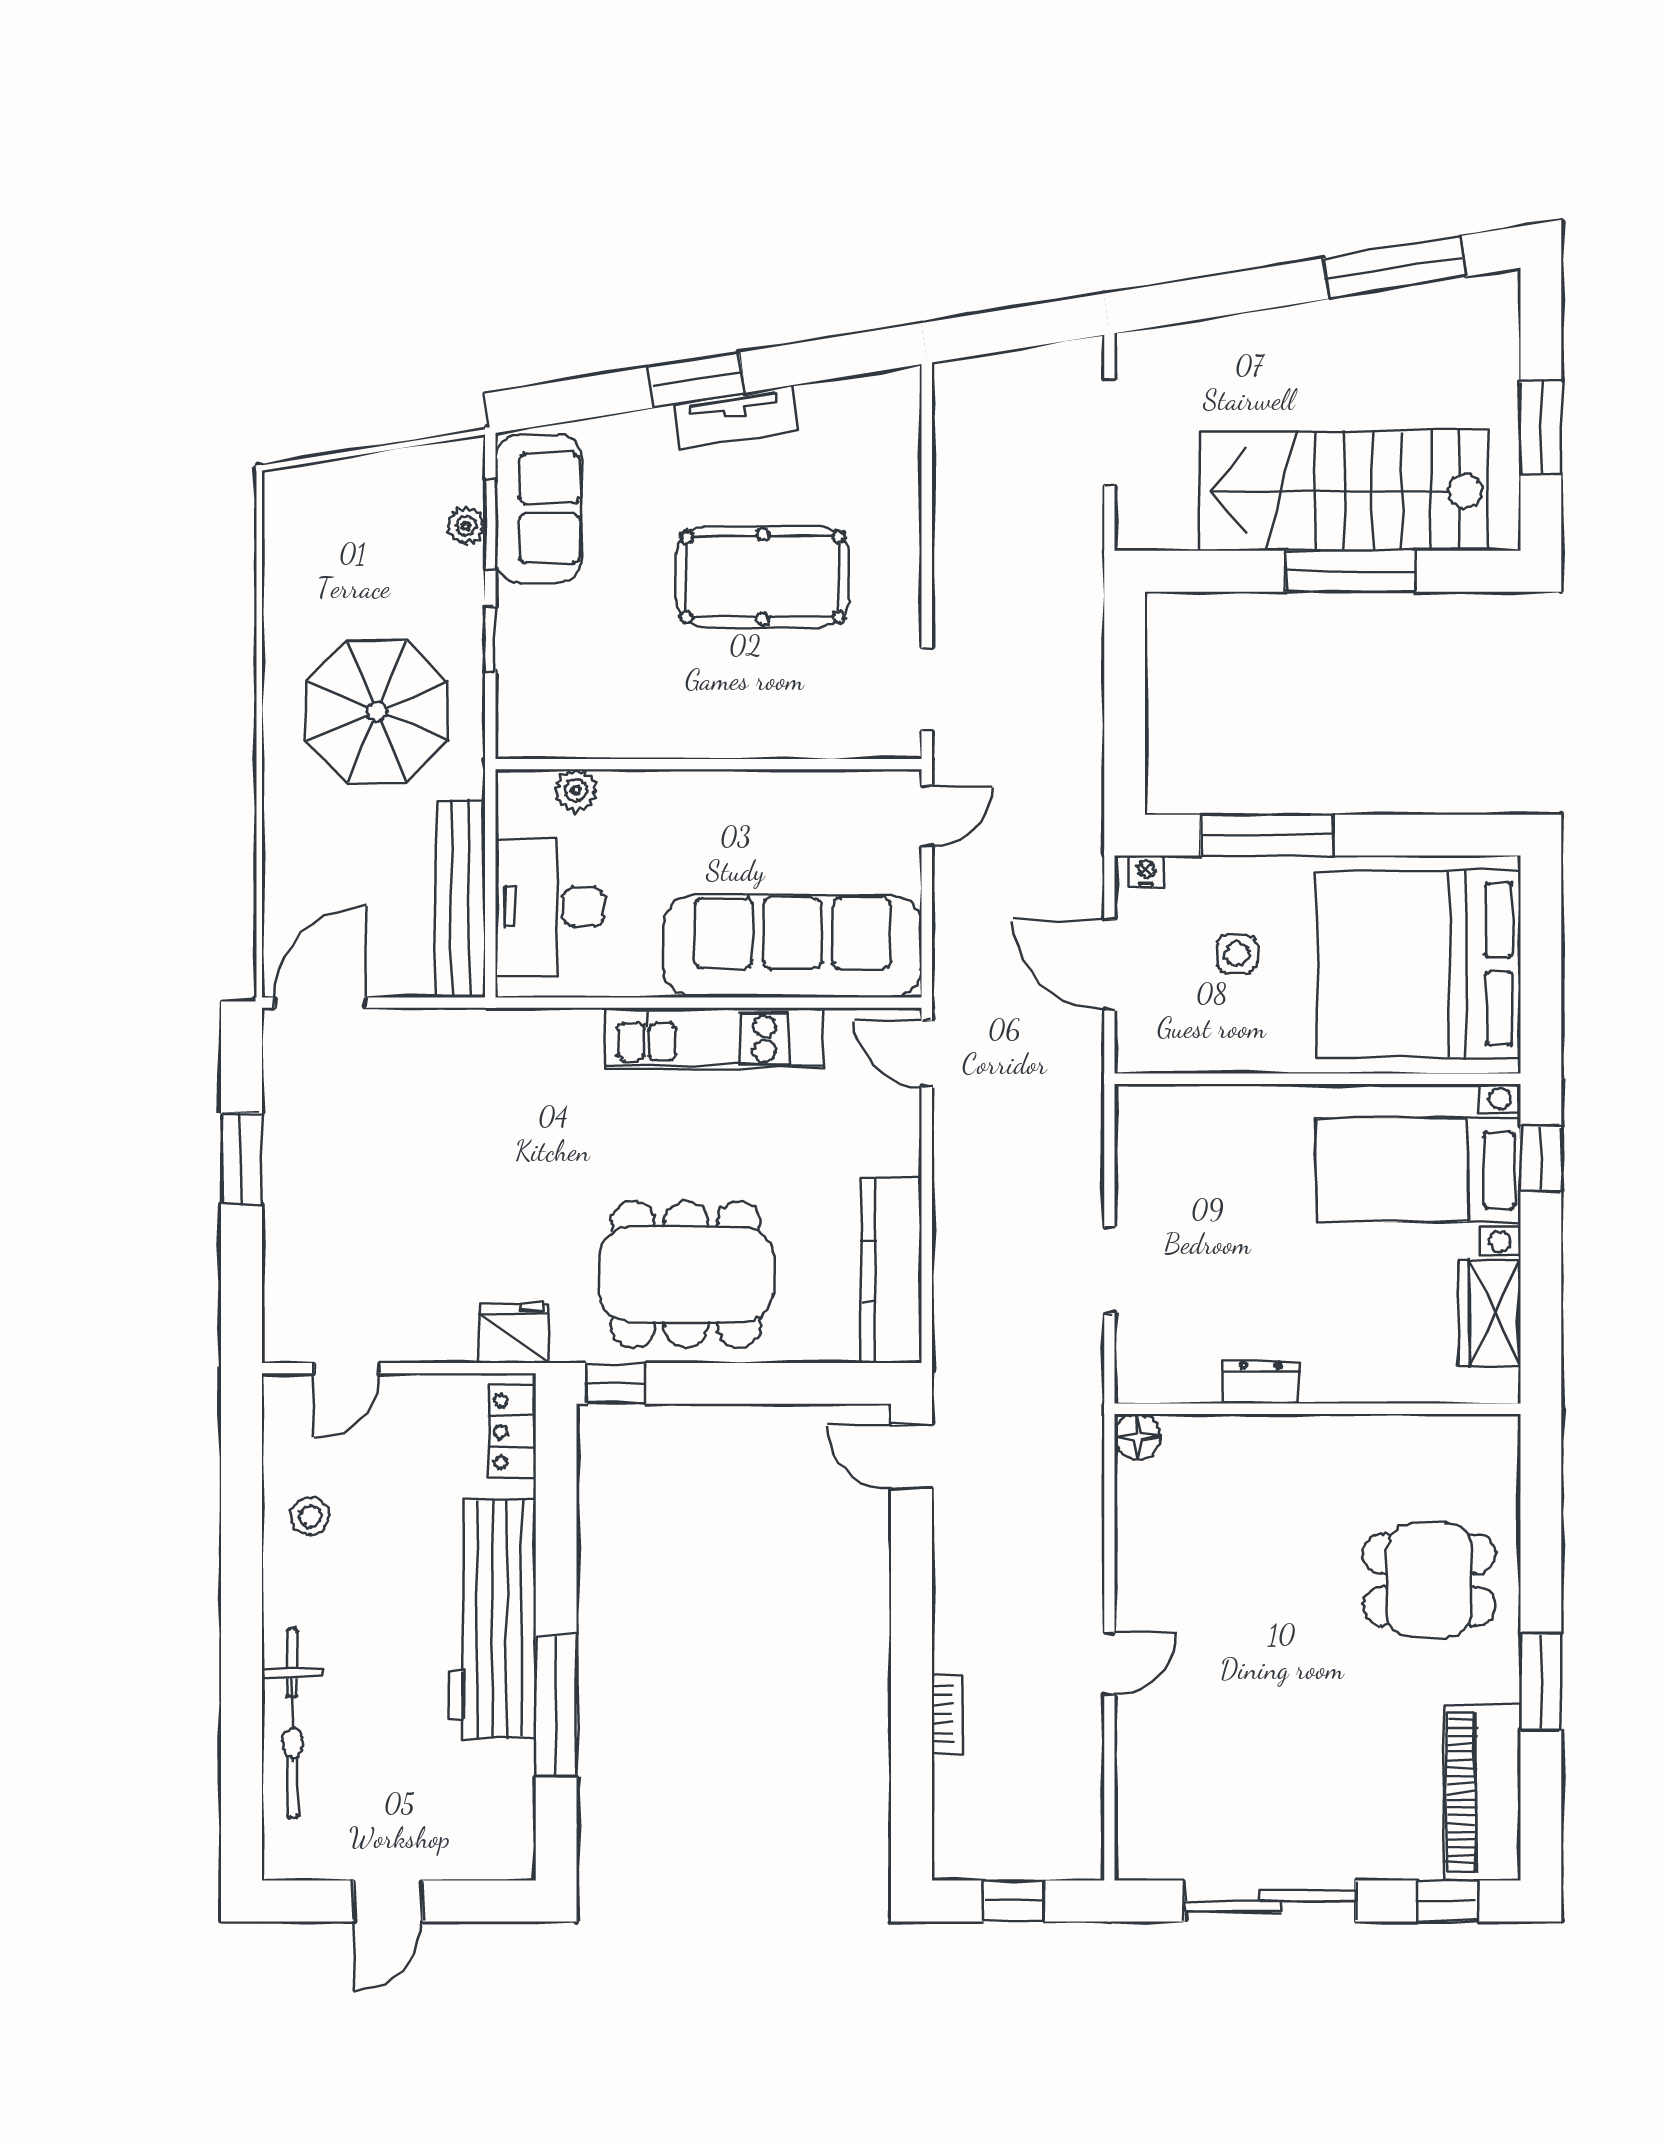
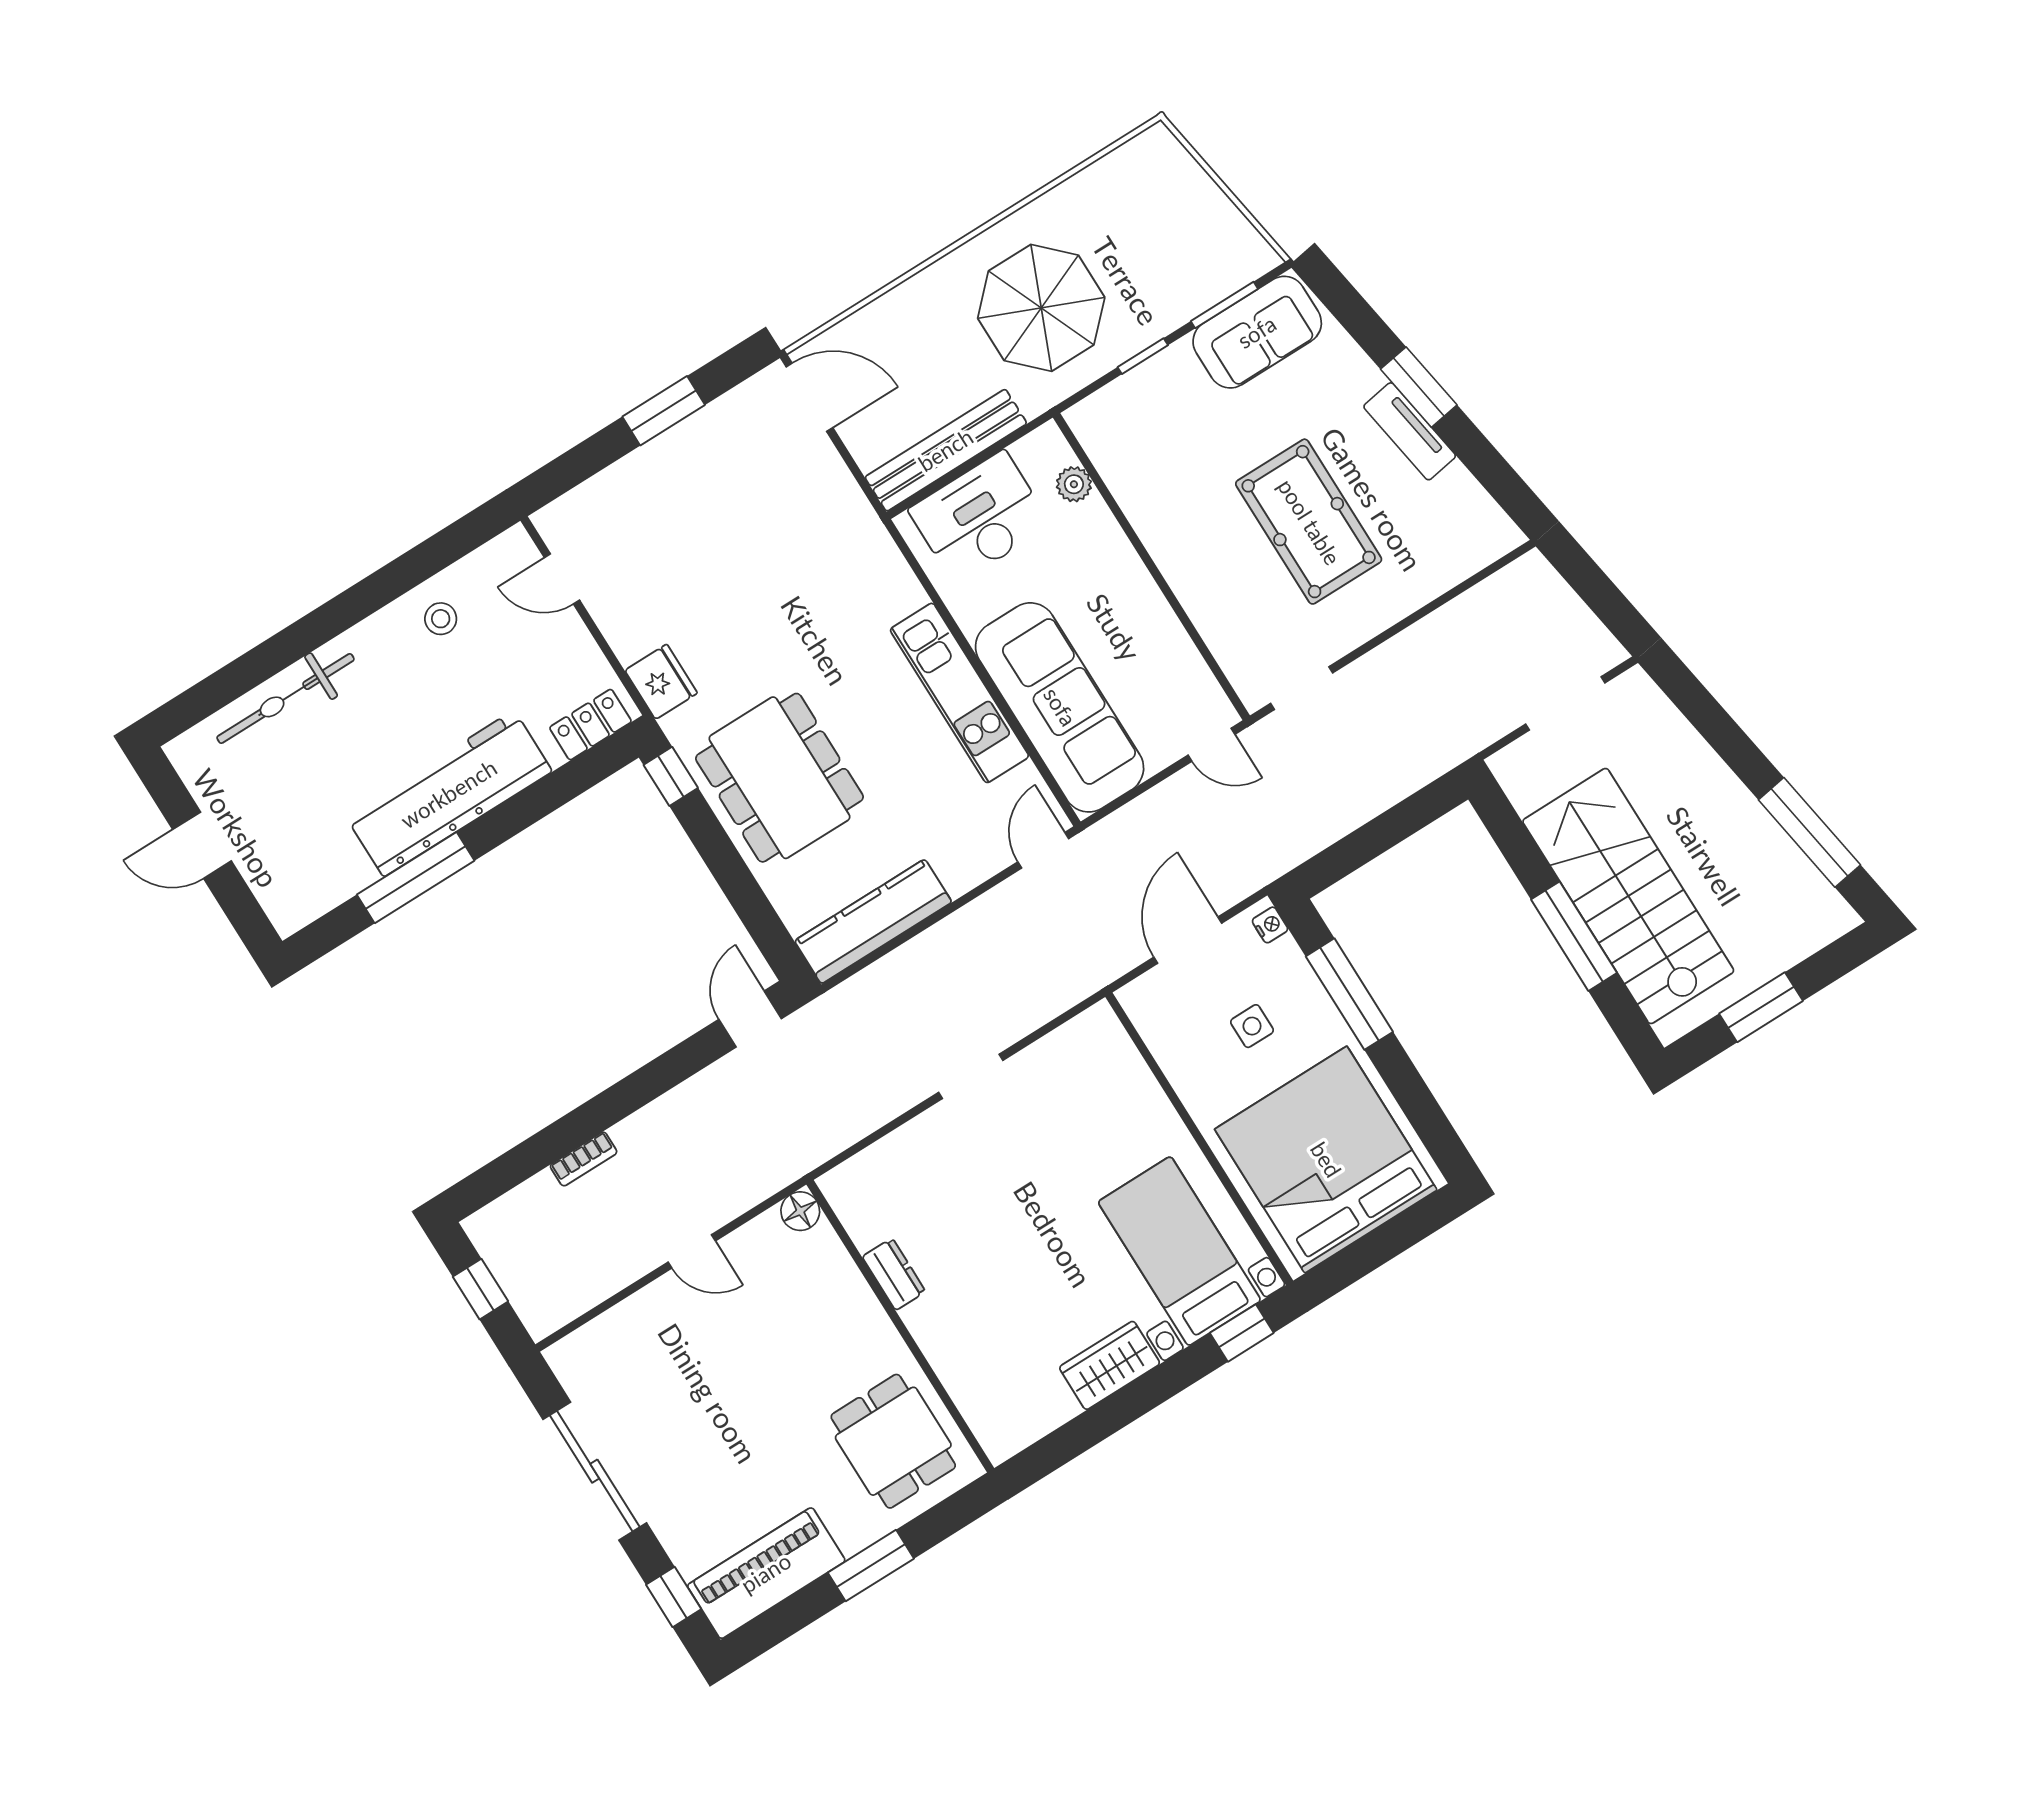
plant: (466, 526) -> (1213, 288), removed
dresser: (1261, 1382) -> (894, 1274), moved
wall: (1317, 1409) -> (900, 1326), moved
floor lamp: (1138, 1437) -> (800, 1211), moved

